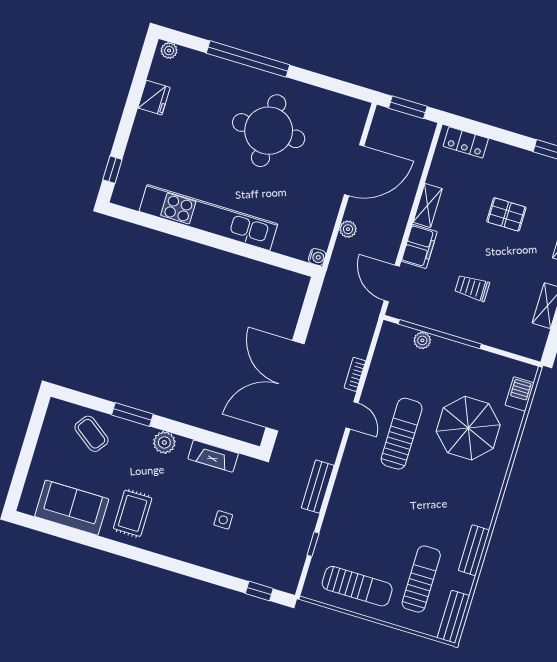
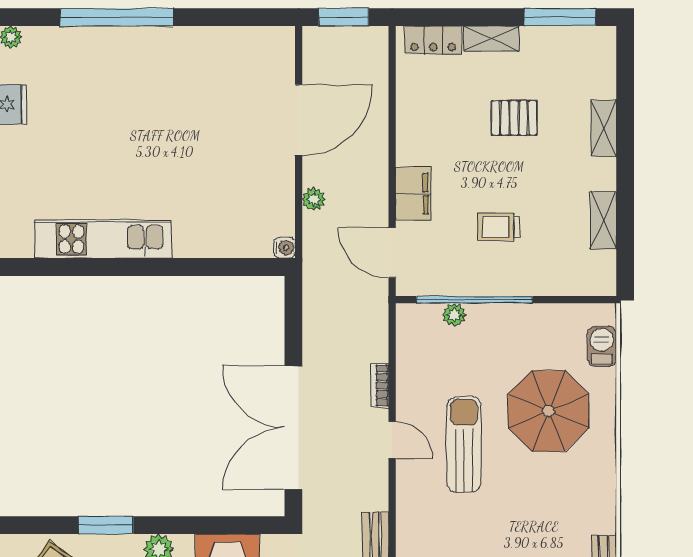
round table: (269, 131) -> (172, 102), removed
shelving: (428, 205) -> (491, 38), moved, turned 90
kitchen unit: (208, 218) -> (103, 239), width x0.73

